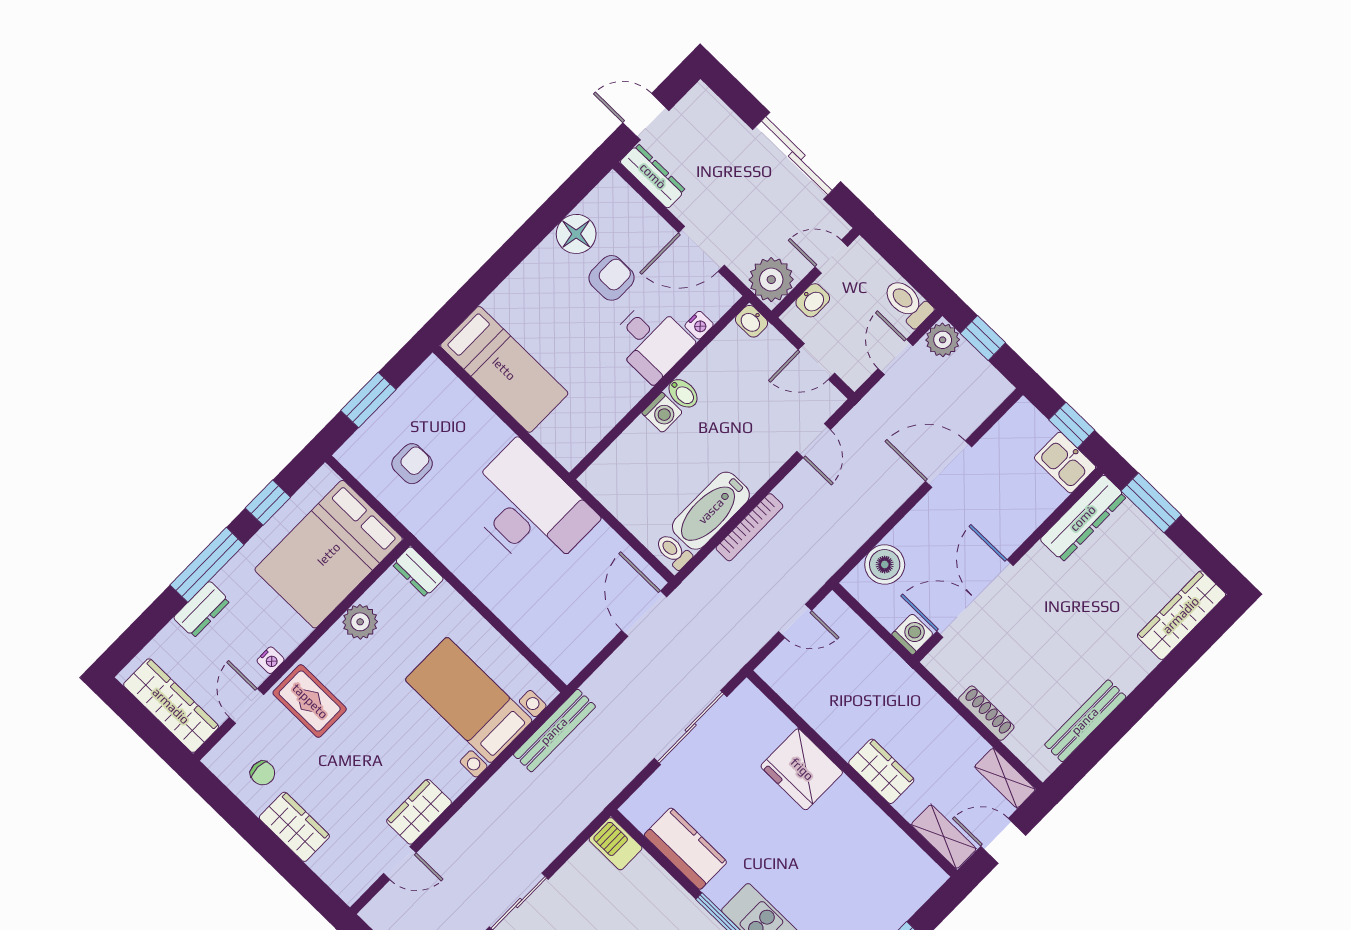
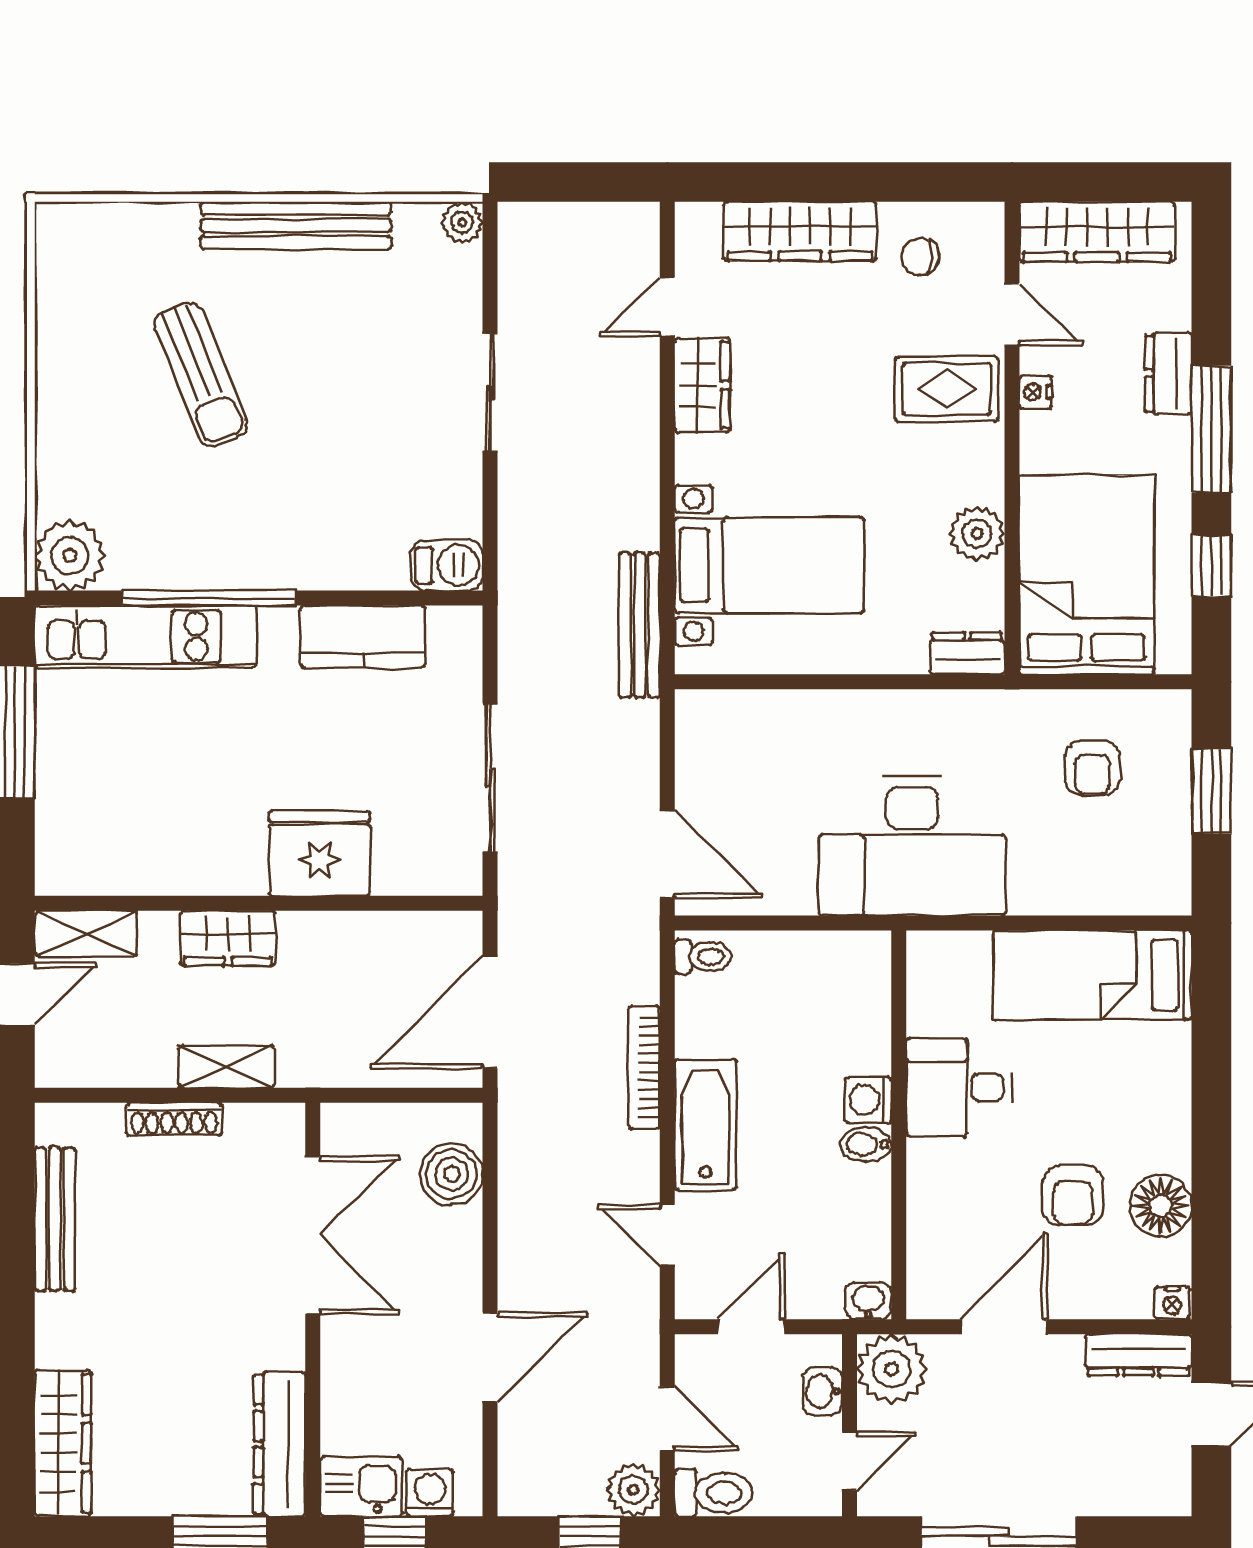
nightstand: (699, 325) -> (1172, 1303), moved, turned -90
desk: (651, 341) -> (959, 1087), moved
bathtub: (711, 511) -> (706, 1125), moved
door: (795, 621) -> (490, 1012), width x1.88
washing machine: (912, 634) -> (430, 1493), moved, turned 180
shelving: (1005, 778) -> (226, 1067), moved
wardrobe: (294, 827) -> (800, 231), width x1.50

